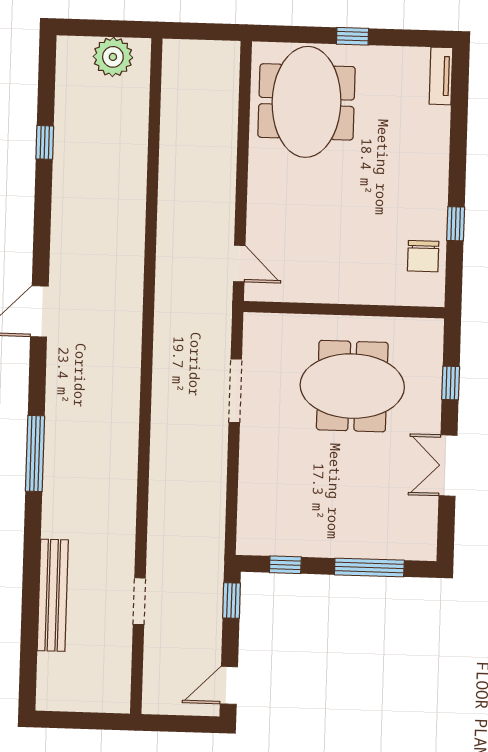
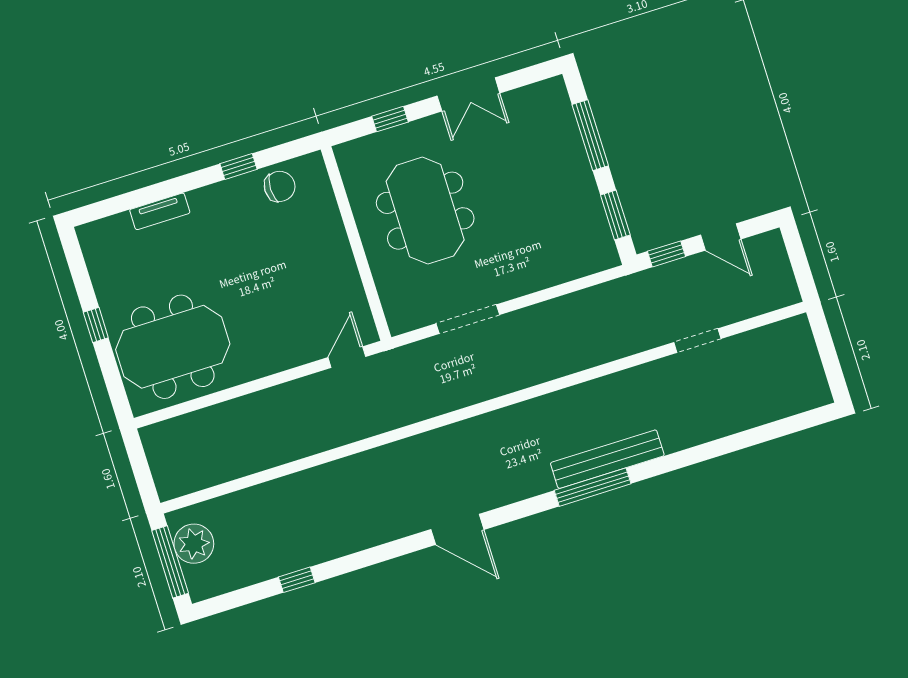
window: (103, 28) -> (170, 562), added
tv unit: (441, 76) -> (160, 211), moved
window: (285, 565) -> (615, 215), width x1.50
bench: (53, 595) -> (607, 459), moved
door: (229, 685) -> (721, 237), moved

